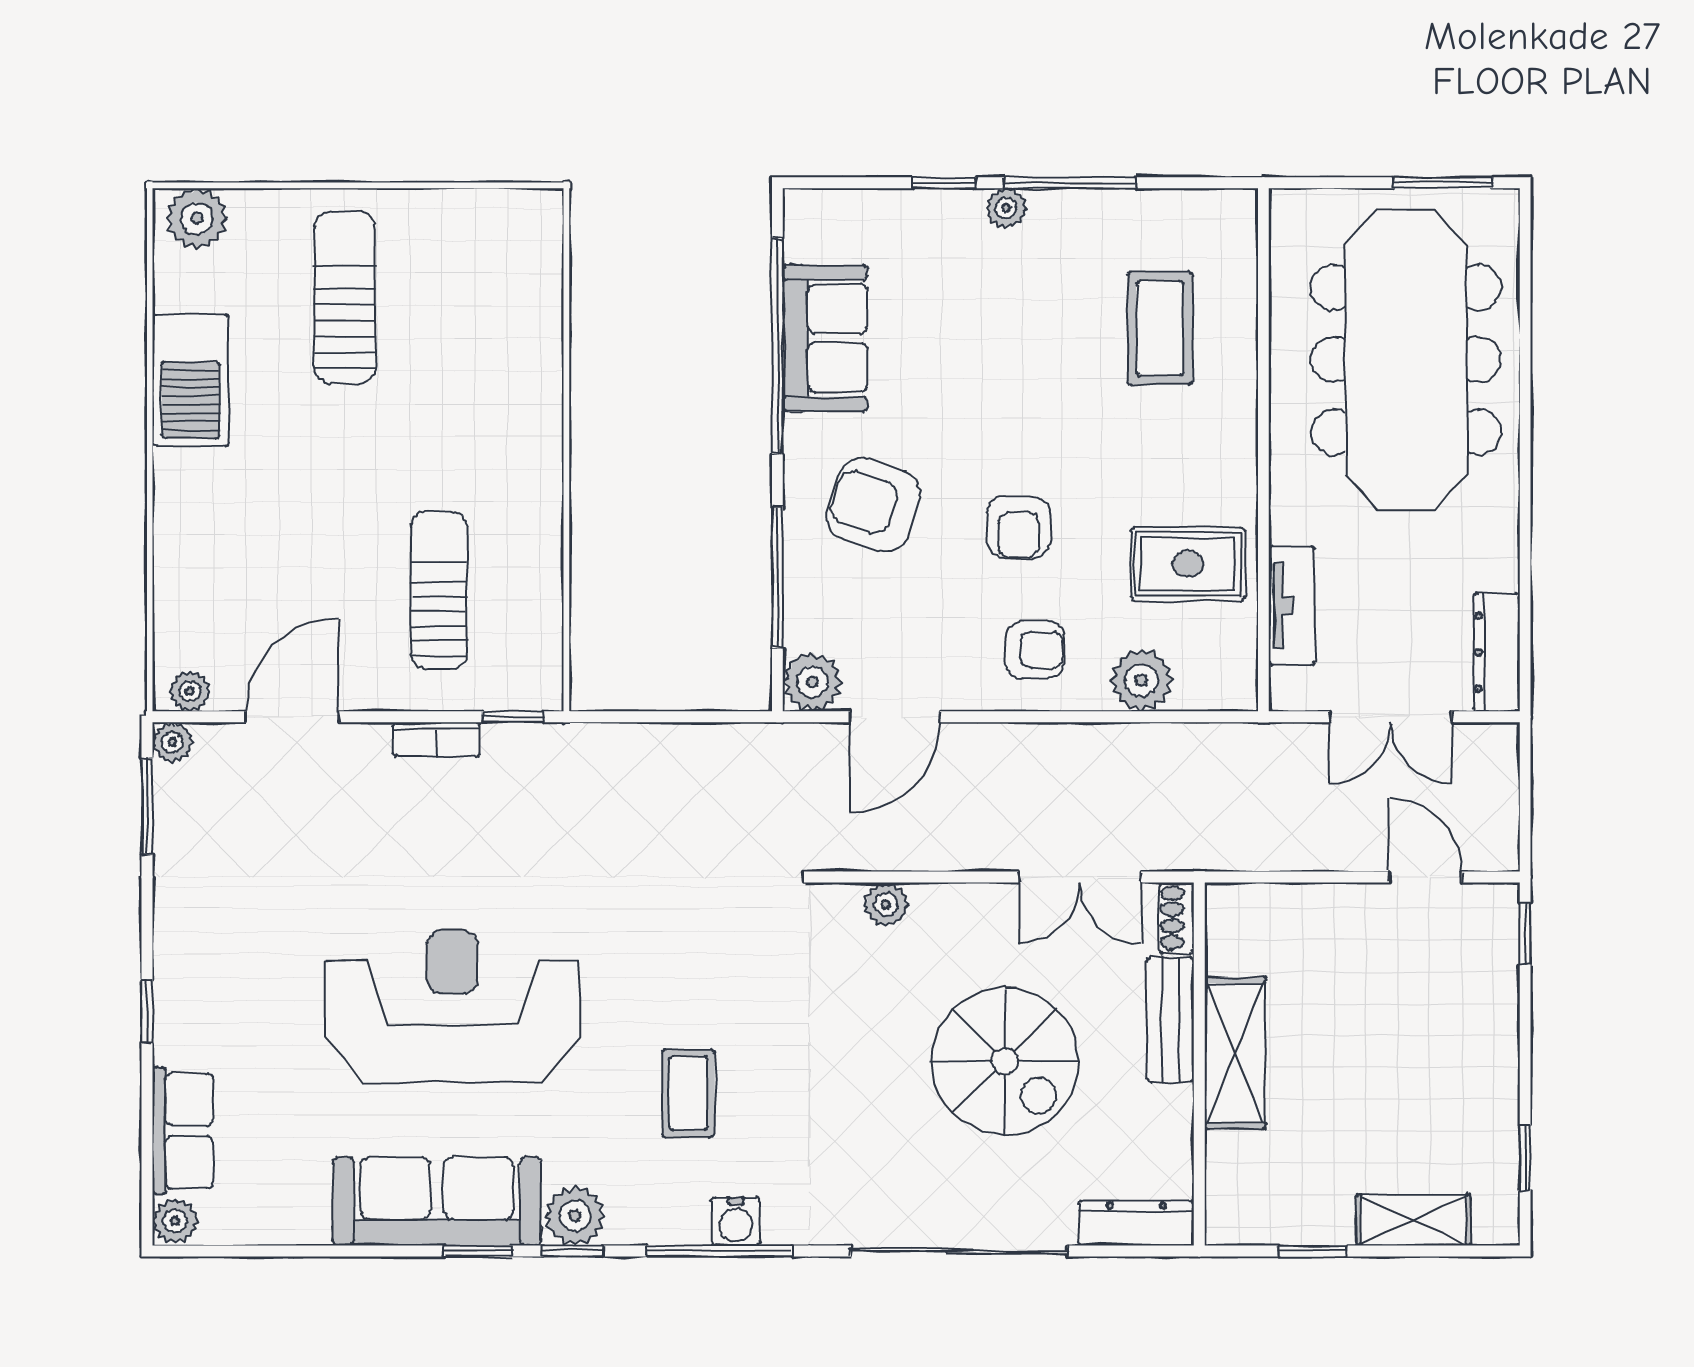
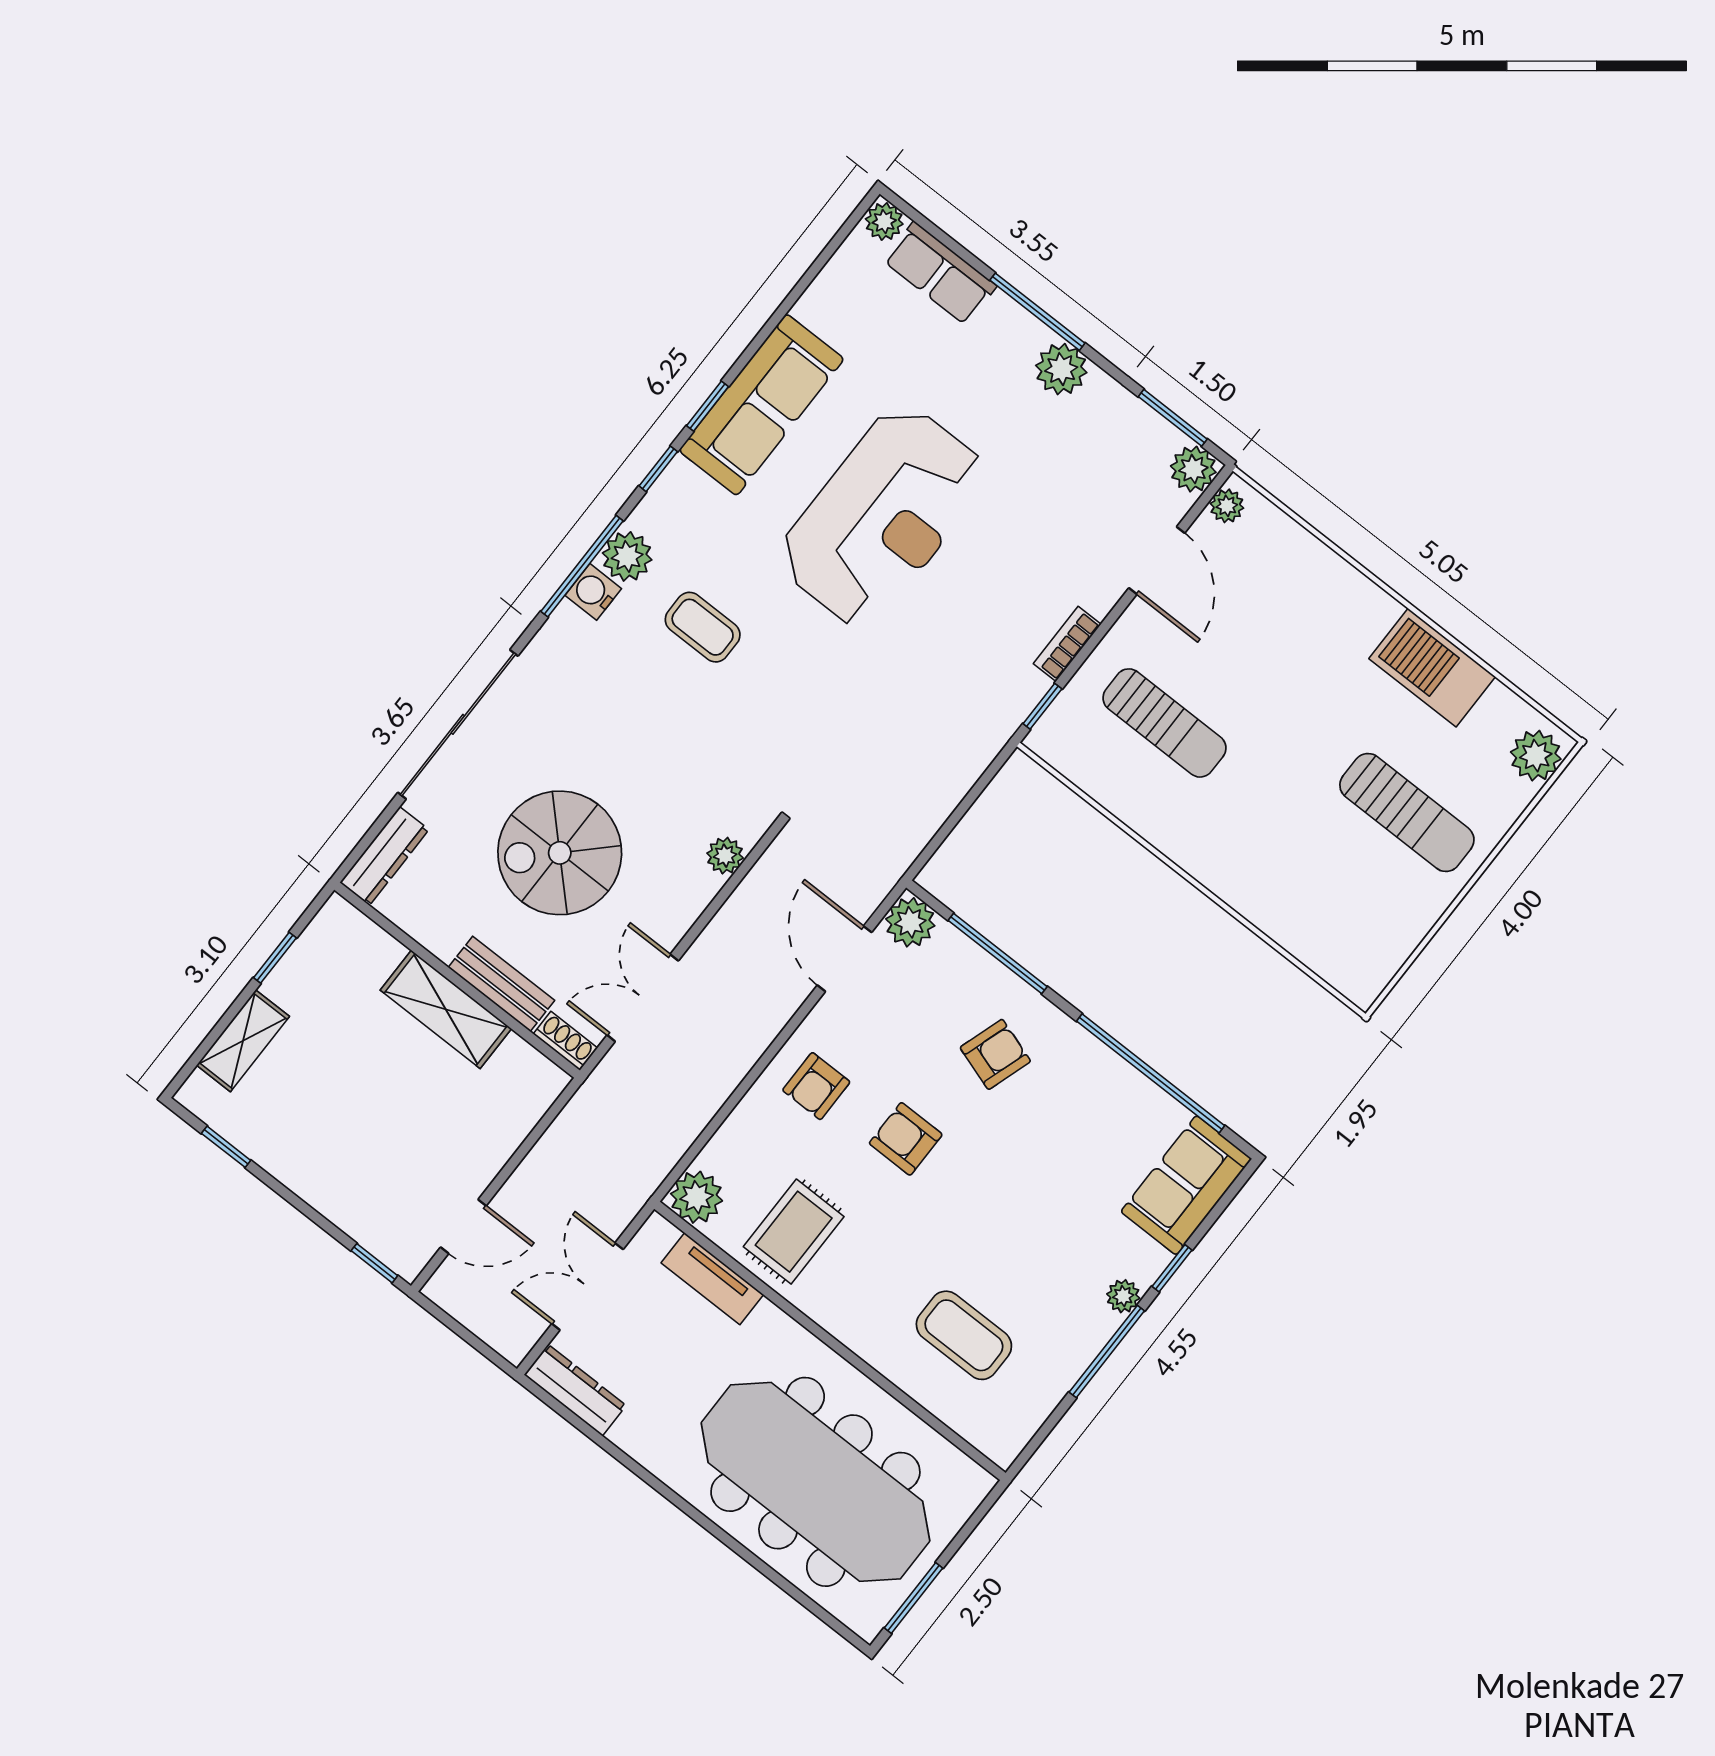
sofa: (825, 338) -> (1186, 1185), moved, turned 90
armchair: (874, 505) -> (995, 1054), width x0.72, depth x0.72
plant: (1141, 680) -> (697, 1197), moved
plant: (172, 742) -> (1193, 469), width x1.38, depth x1.38
plant: (183, 947) -> (1061, 369), added
window: (147, 1011) -> (1037, 312), width x2.17
plant: (575, 1216) -> (627, 556), moved

